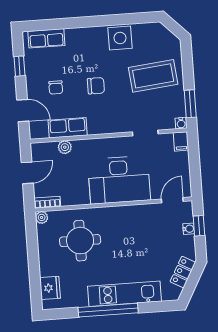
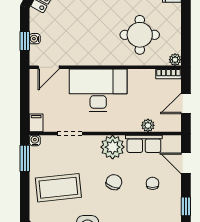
chair: (96, 86) -> (114, 182), turned 113
plant: (100, 122) -> (113, 147), added

